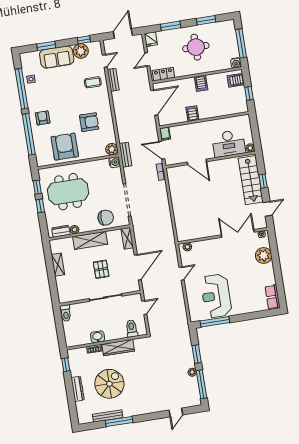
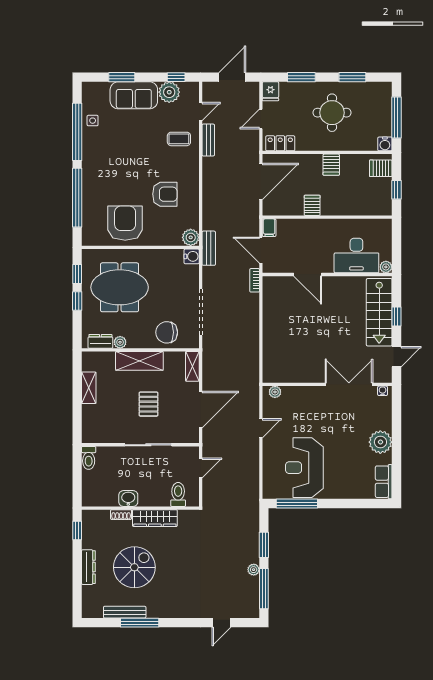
armchair: (43, 118) -> (100, 178), removed
chair: (106, 218) -> (167, 332), turned 180
plant: (264, 256) -> (380, 442), moved

